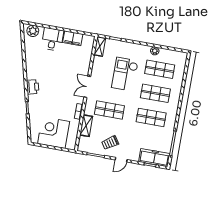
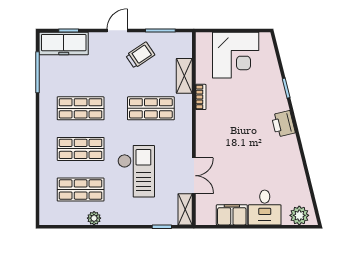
double door: (87, 87) -> (194, 176), moved

